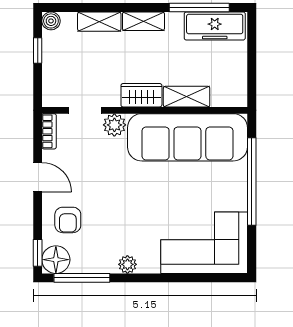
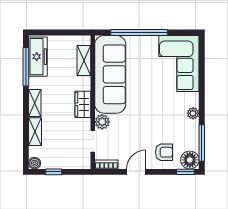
shelving: (187, 97) -> (84, 61), moved

